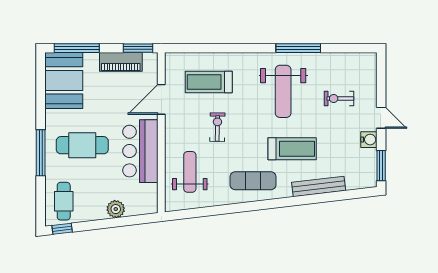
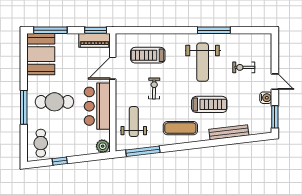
piano: (121, 62) -> (95, 40), moved
plant: (116, 209) -> (103, 146), moved
window: (202, 212) -> (143, 151), added
window: (62, 229) -> (60, 161), moved

